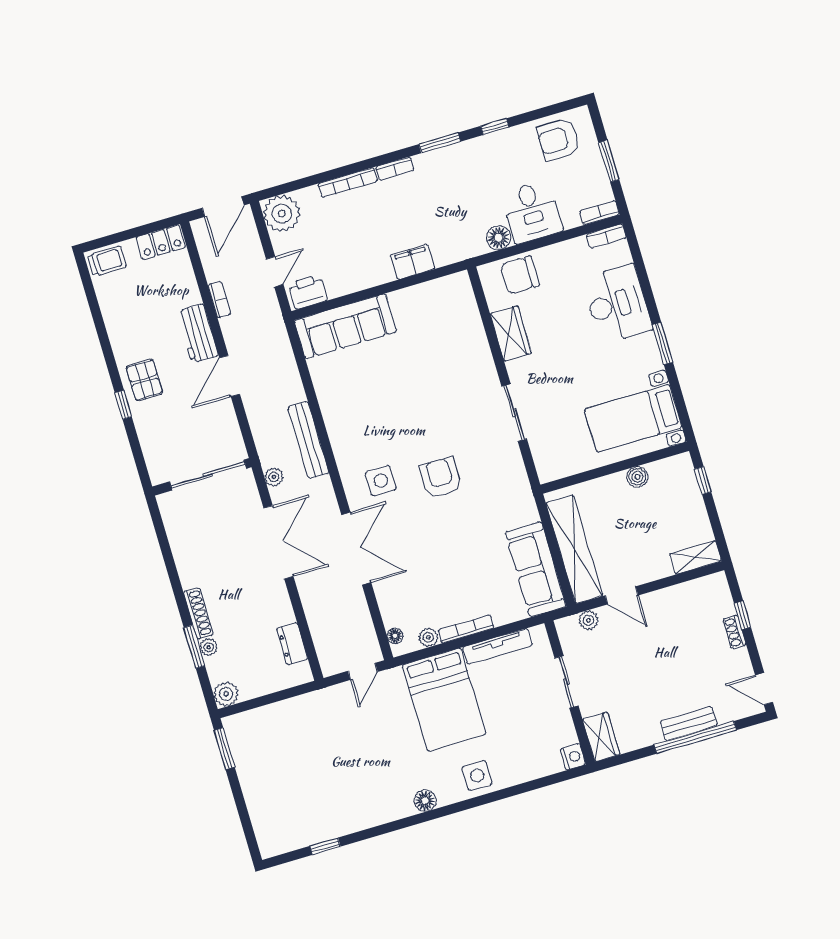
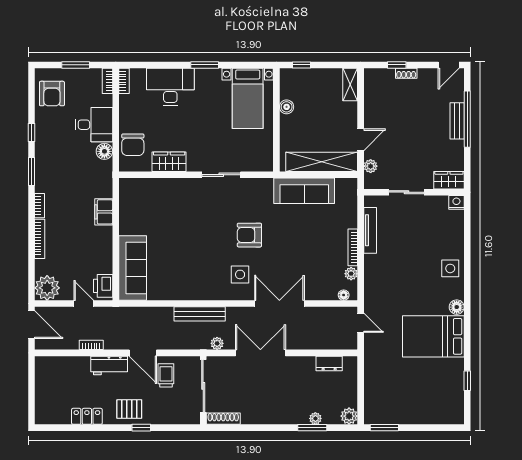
locker: (161, 242) -> (87, 416), moved, turned -90
trolley: (107, 261) -> (166, 375), moved
sofa: (536, 569) -> (304, 191), moved
shoe rack: (198, 613) -> (223, 419), moved
bed: (444, 700) -> (433, 336), moved, turned 180

